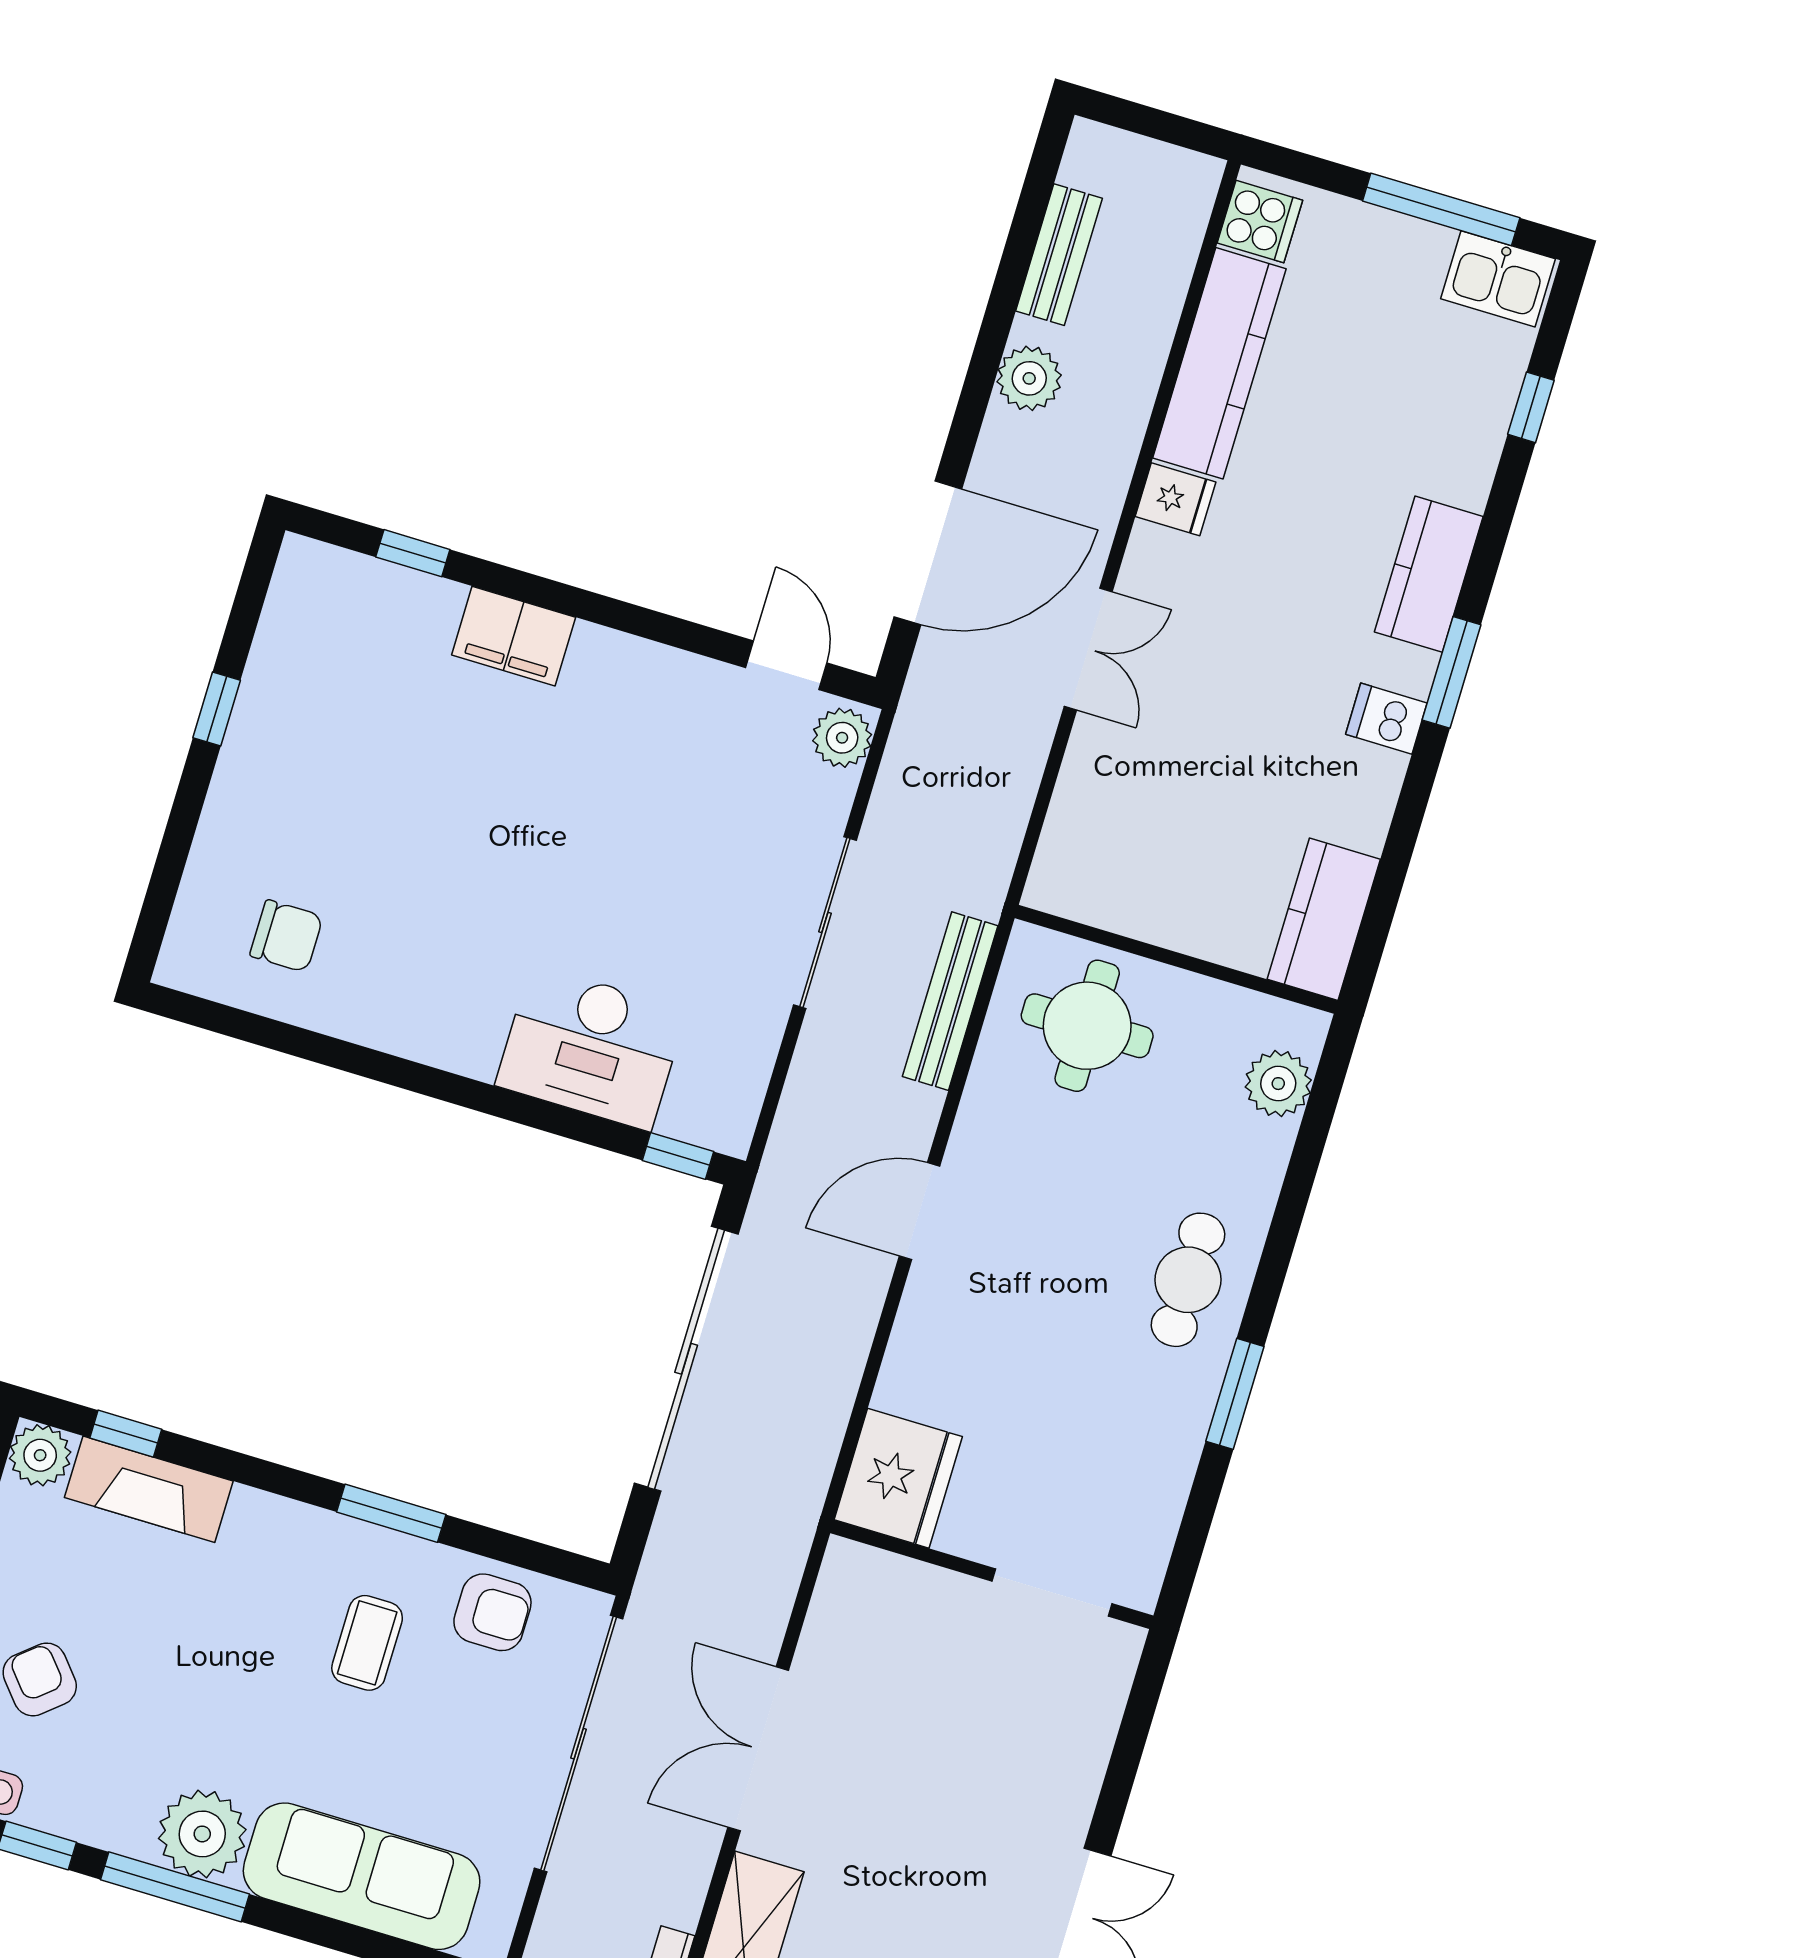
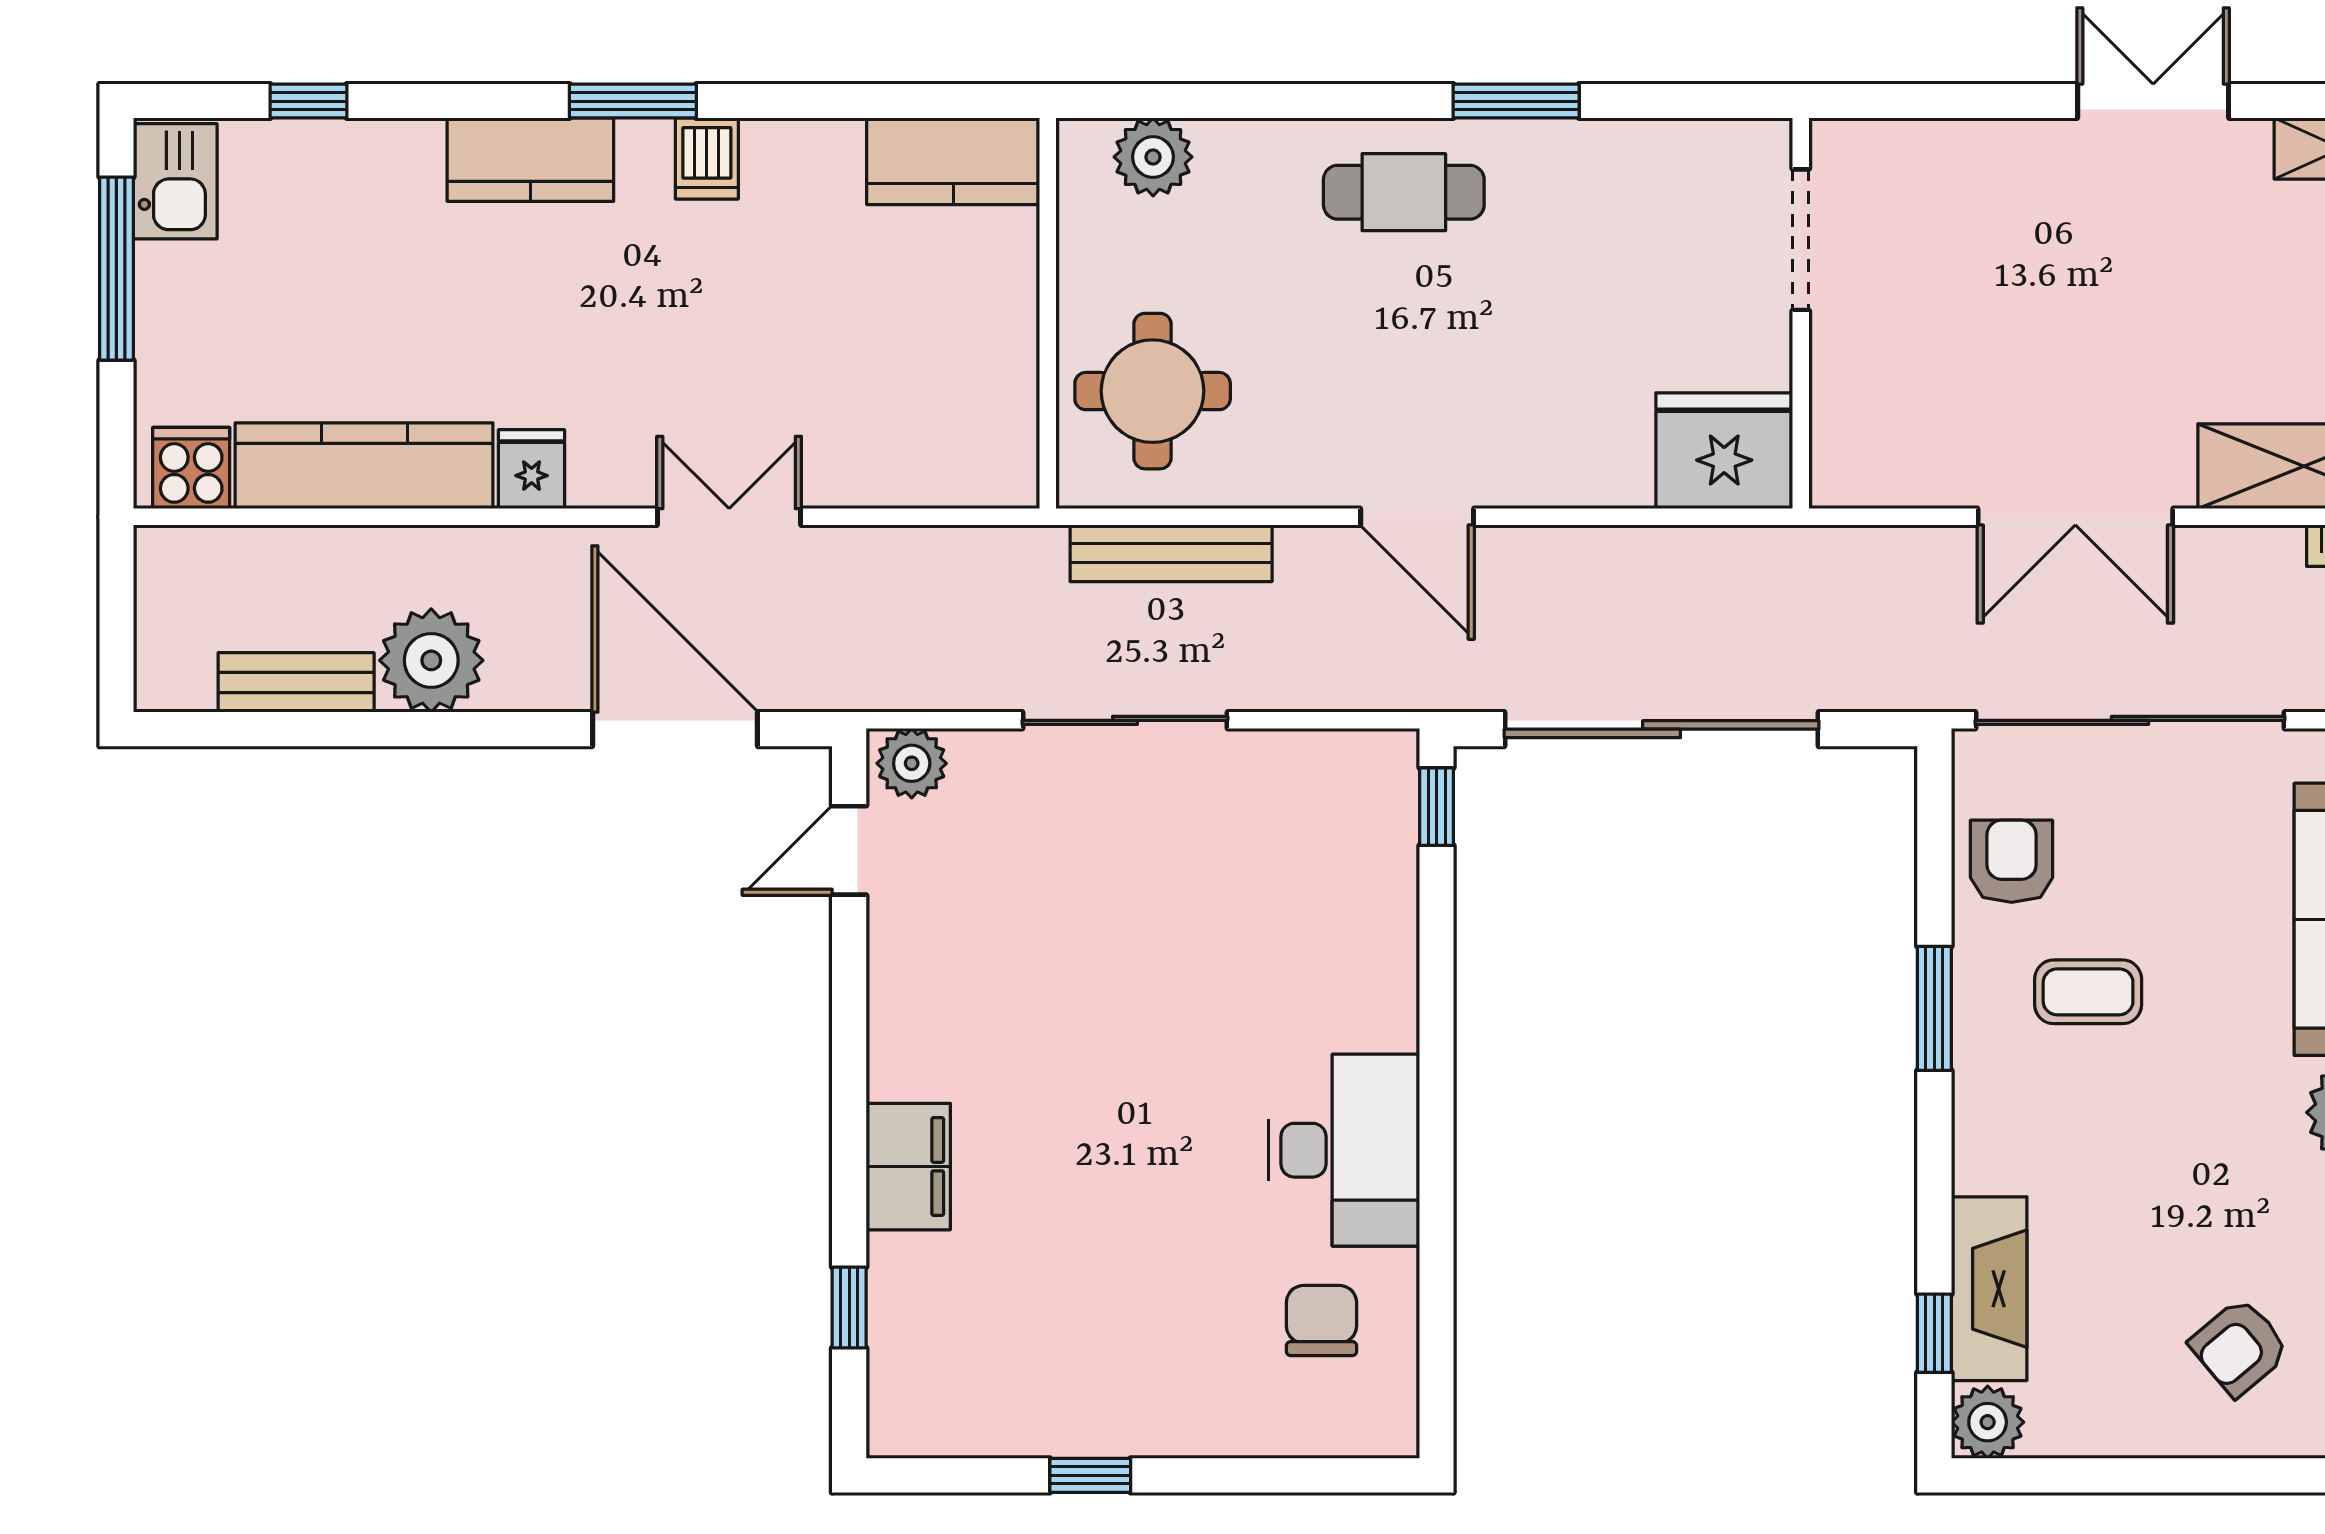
plant: (1029, 378) -> (431, 660), width x1.36, depth x1.36
desk: (591, 1048) -> (1344, 1150), moved

